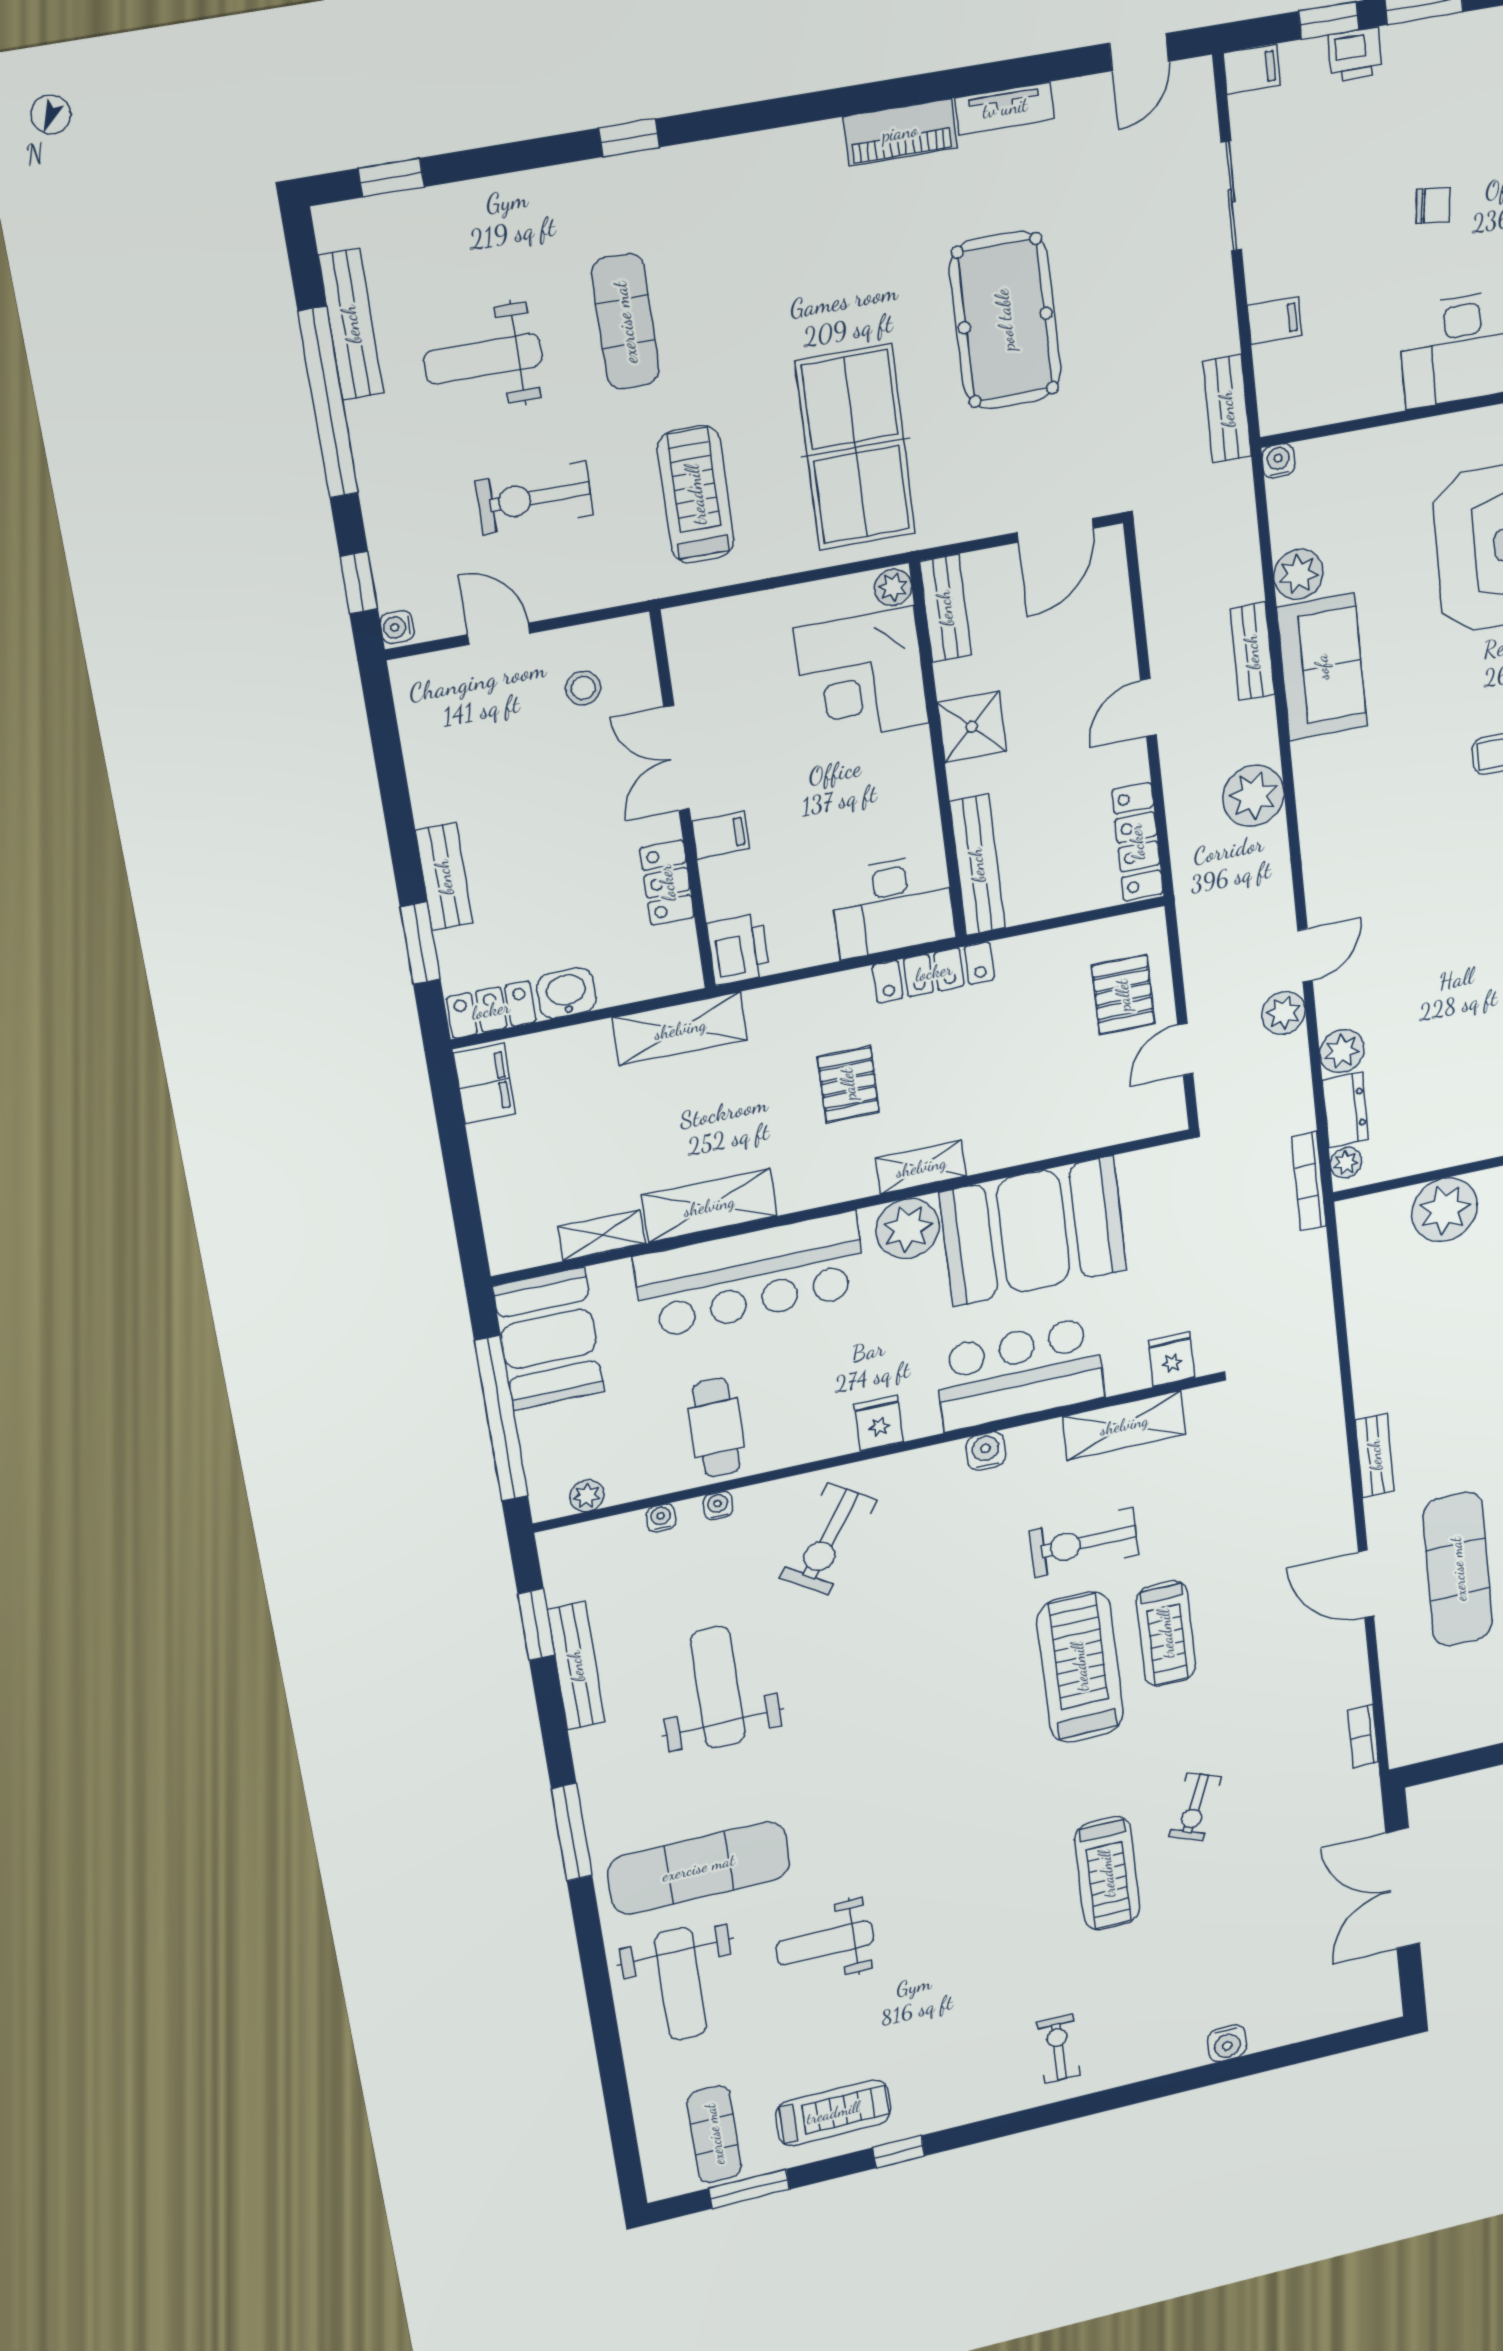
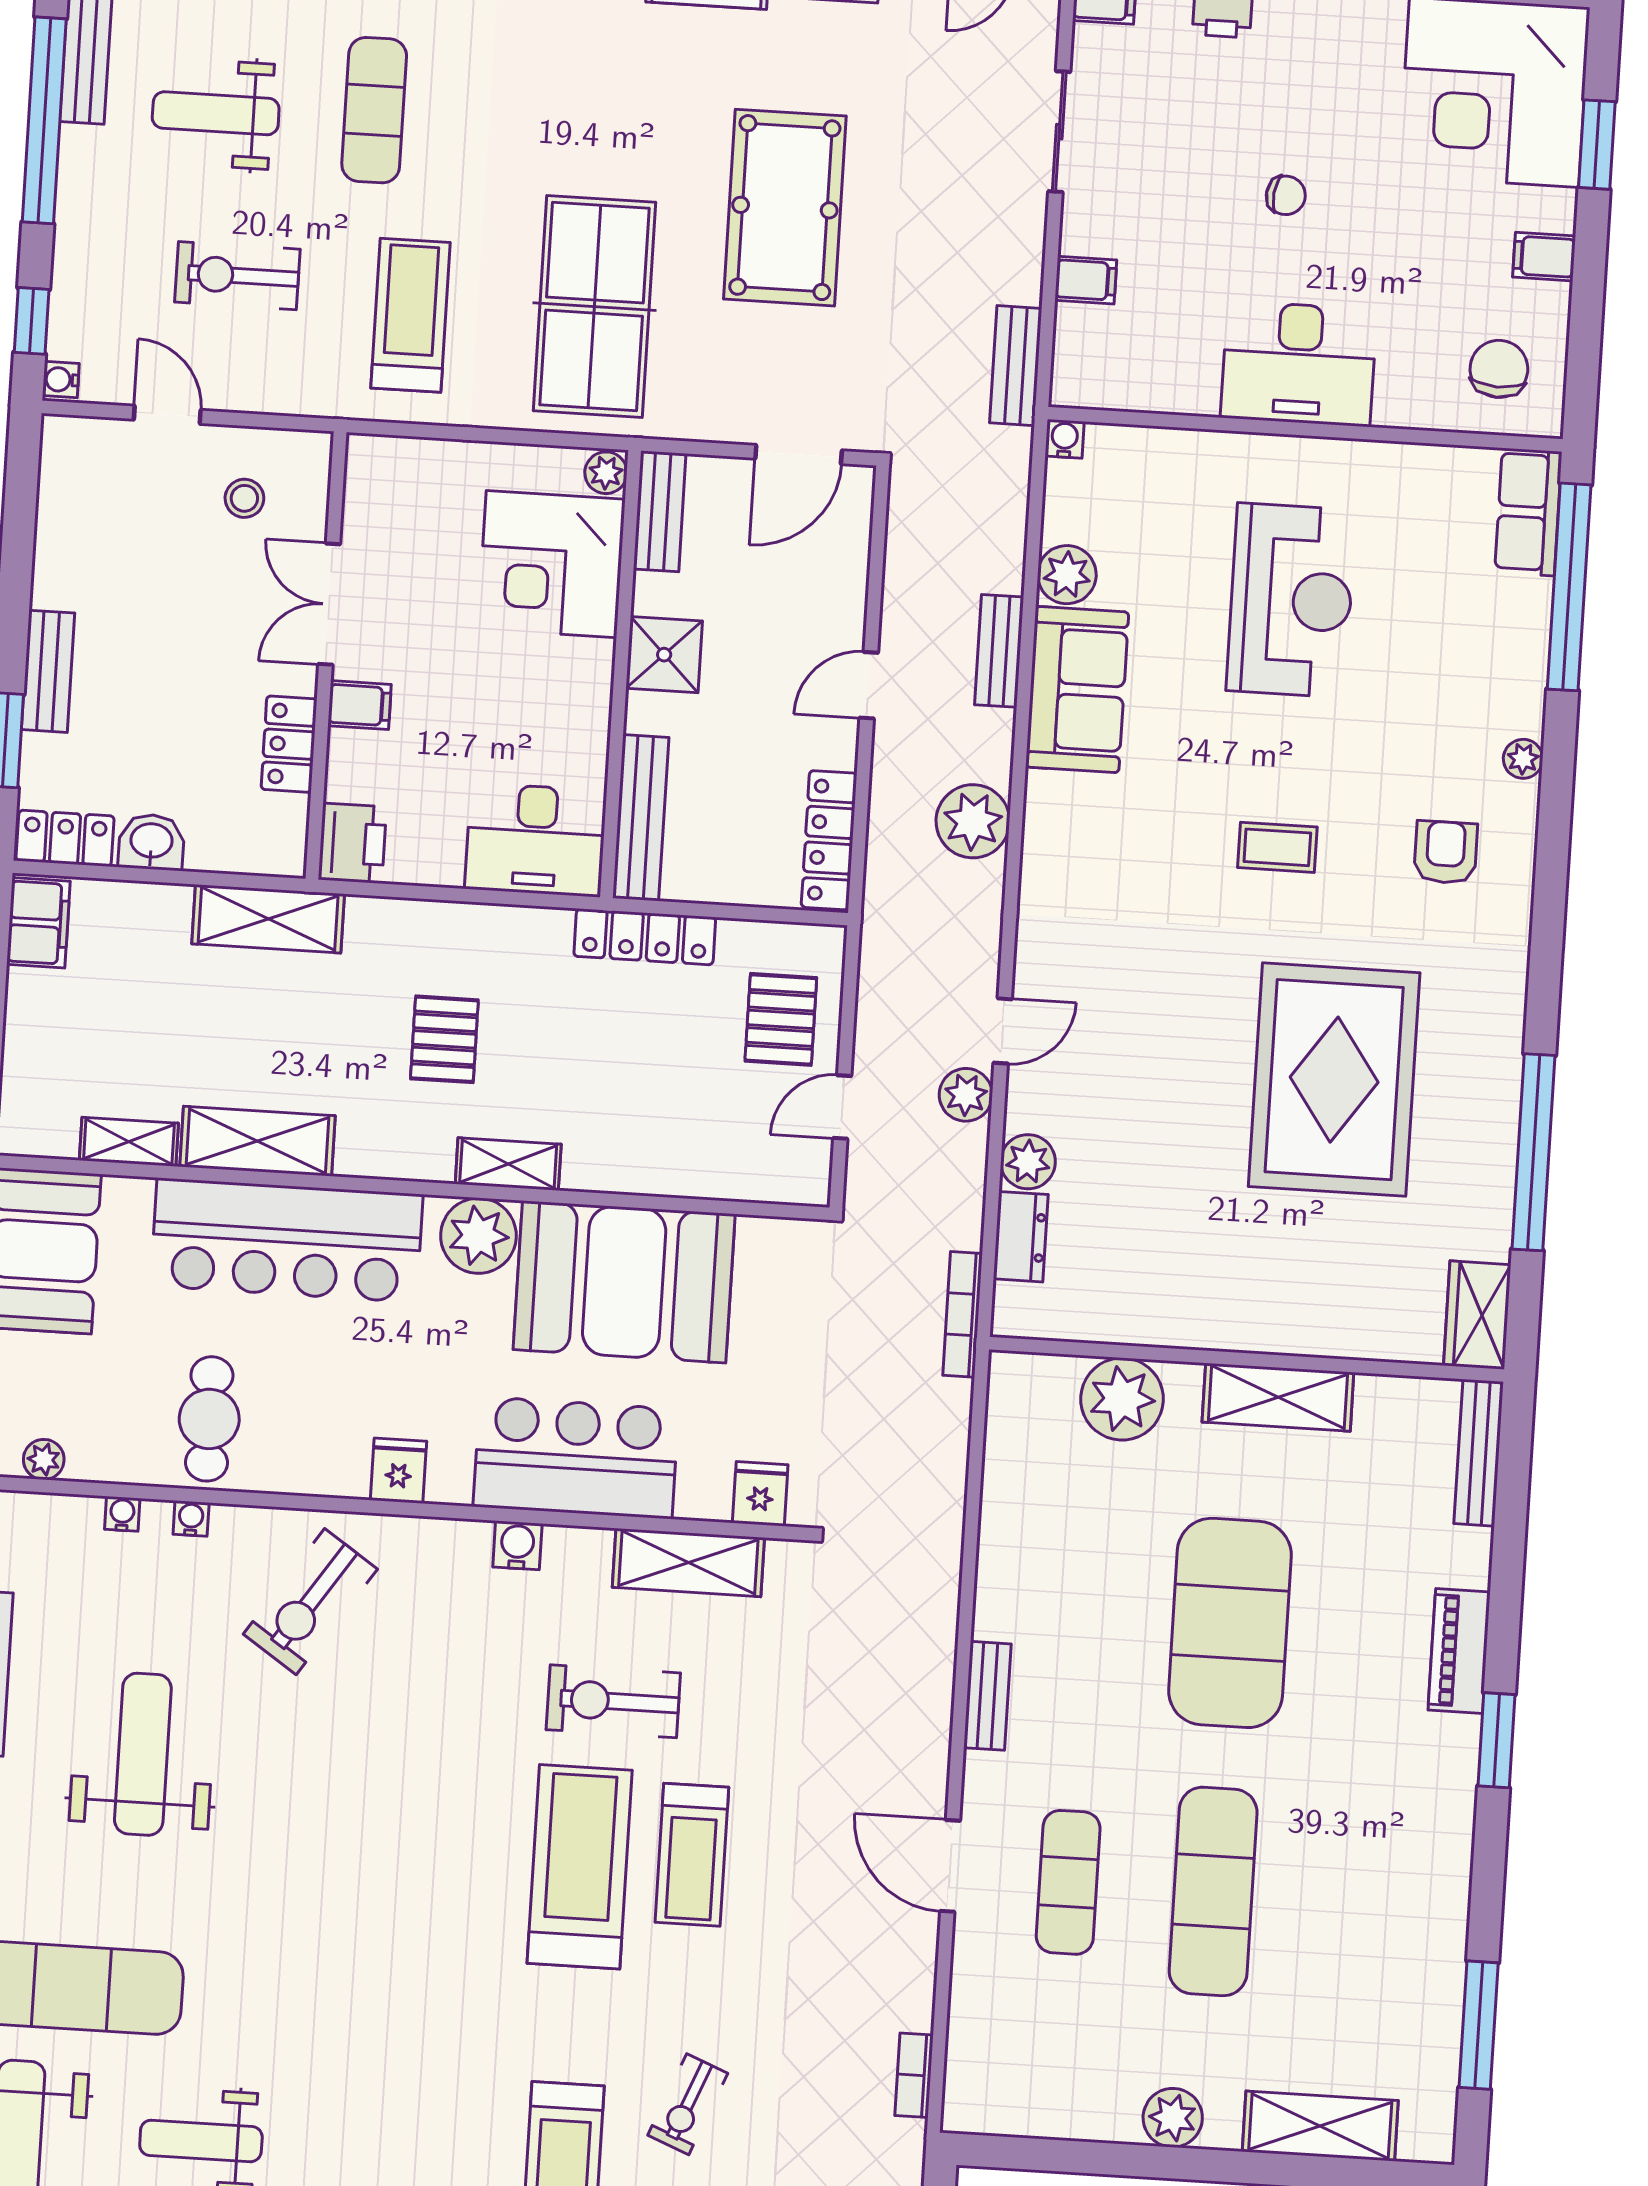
locker: (934, 972) -> (645, 937), moved
plant: (1346, 1163) -> (1011, 1304), removed
exercise mat: (1458, 1569) -> (1068, 1882), width x0.73, depth x0.69

